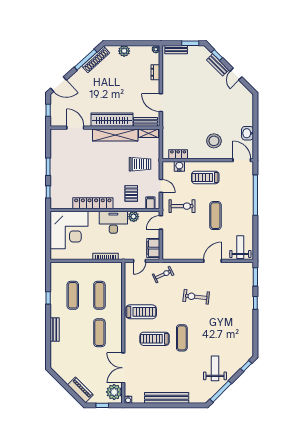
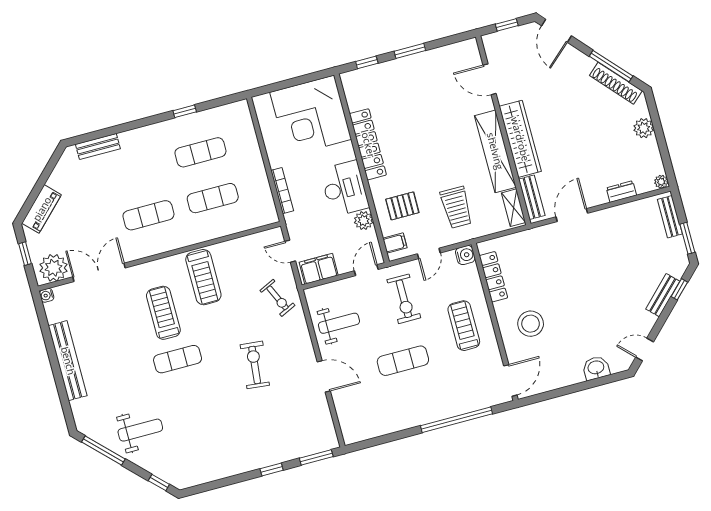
door: (236, 74) -> (645, 350), moved
door: (75, 128) -> (490, 79), swing flipped
washbasin: (248, 133) -> (596, 368), moved
locker: (178, 154) -> (493, 277), width x1.53
water cooler: (179, 166) -> (465, 255), moved
door: (161, 222) -> (366, 270), hinge flipped
weight bench: (240, 247) -> (339, 323), moved
bench: (55, 330) -> (98, 146), moved

